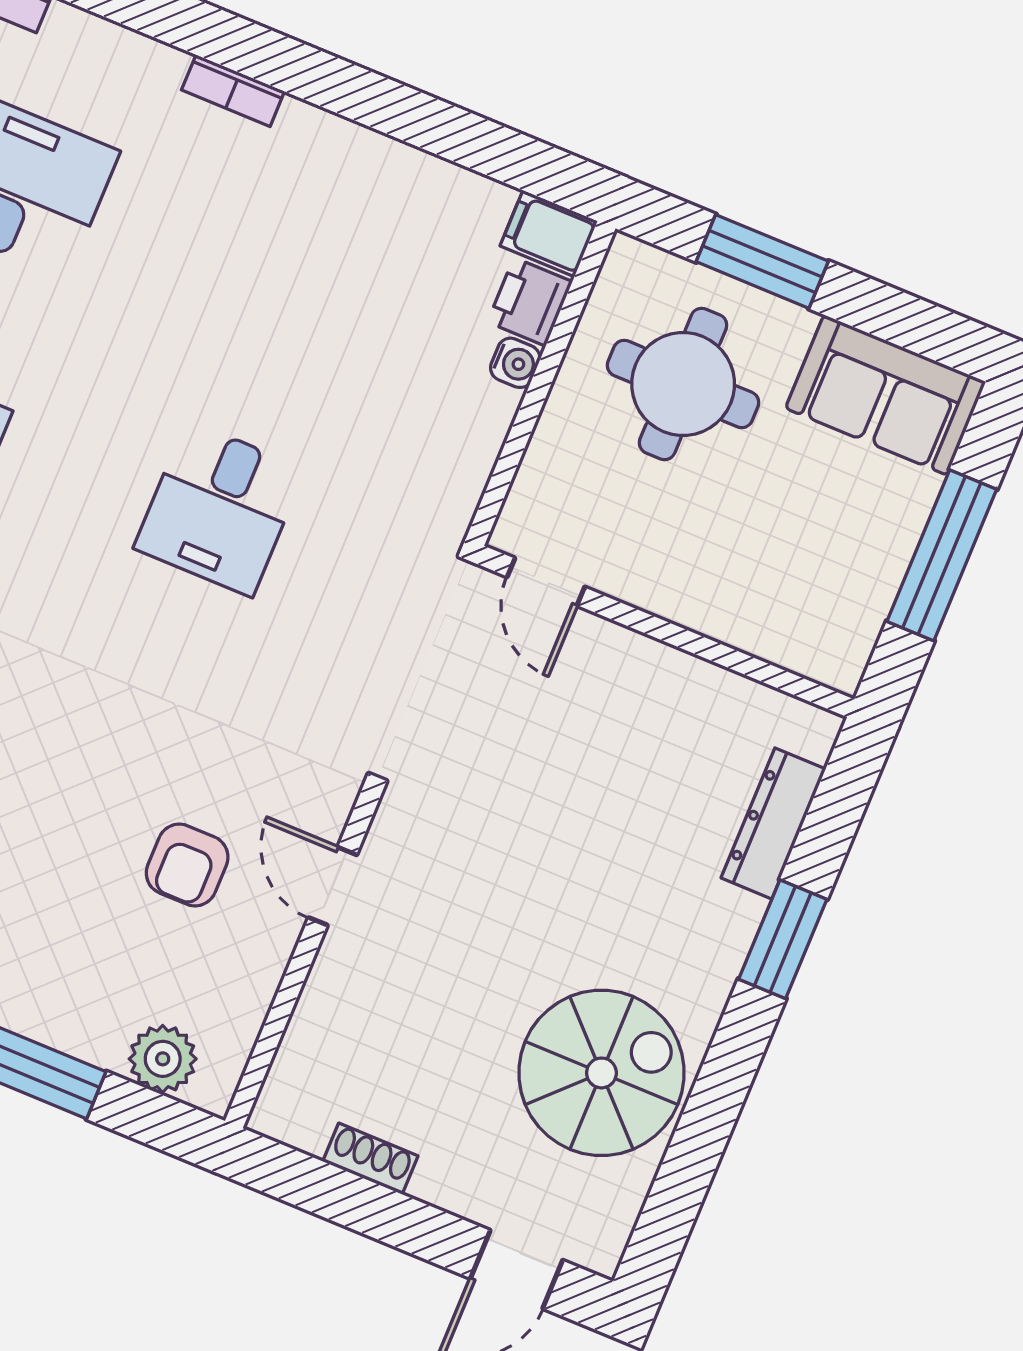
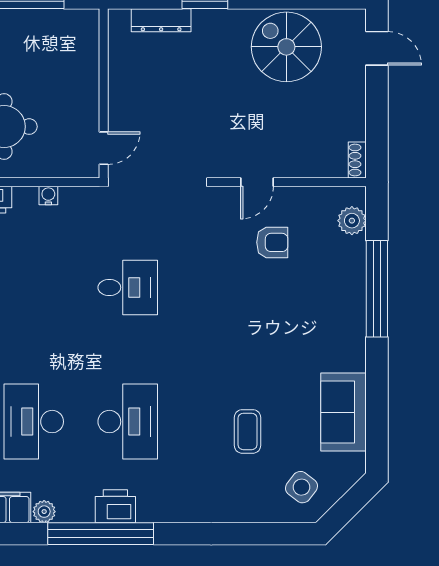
water cooler: (515, 363) -> (48, 196), moved
shoe rack: (370, 1159) -> (357, 160), moved

